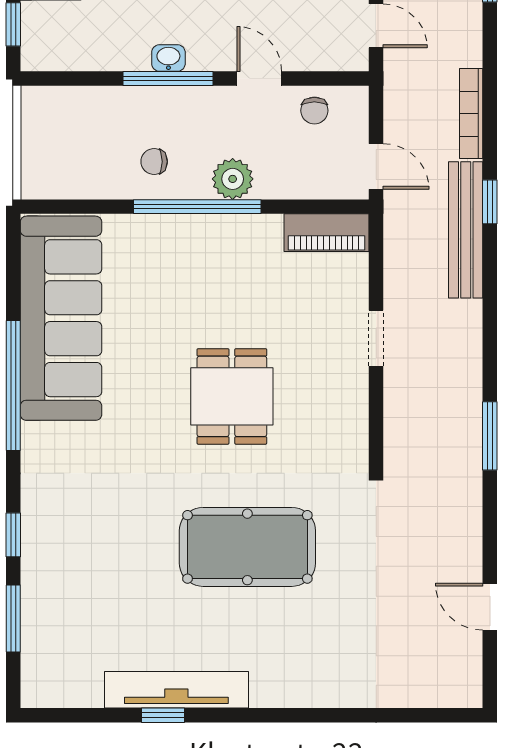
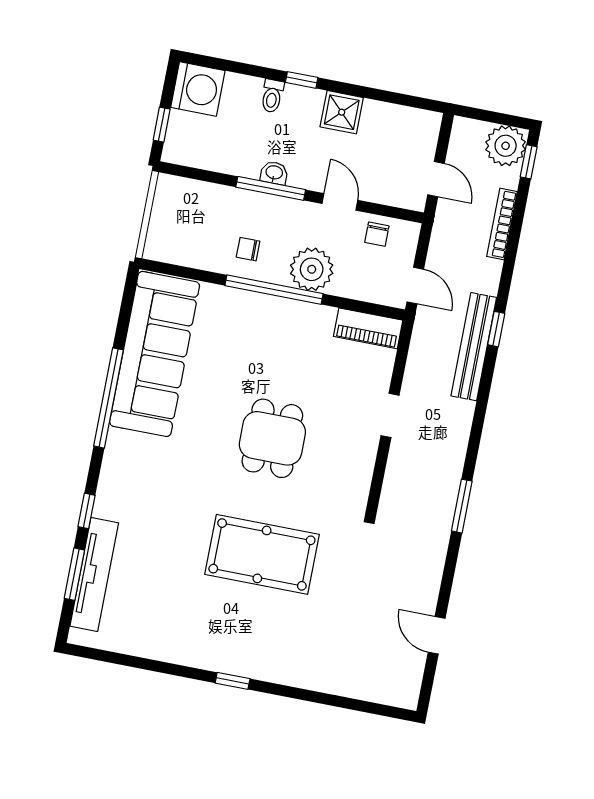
bookcase: (471, 114) -> (502, 224), moved
plant: (233, 179) -> (312, 269), width x1.36, depth x1.36
tv unit: (176, 690) -> (94, 574), moved, turned 90
window: (163, 715) -> (233, 681), moved

